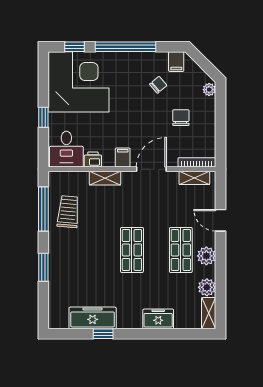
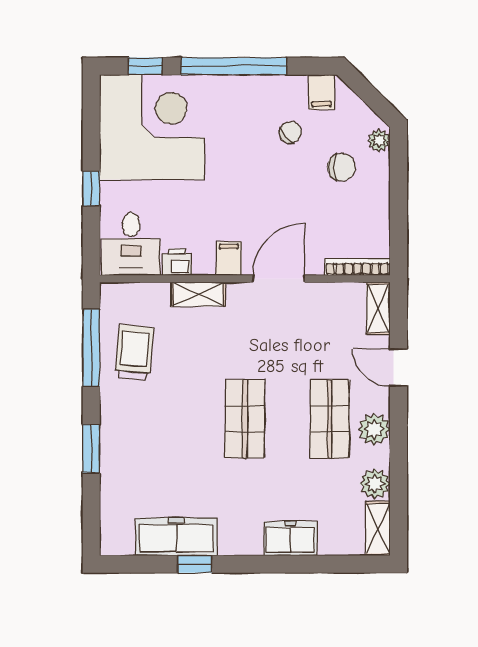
chair: (181, 118) -> (342, 167), moved, turned 90
shelving: (194, 178) -> (378, 308), moved, turned 90

